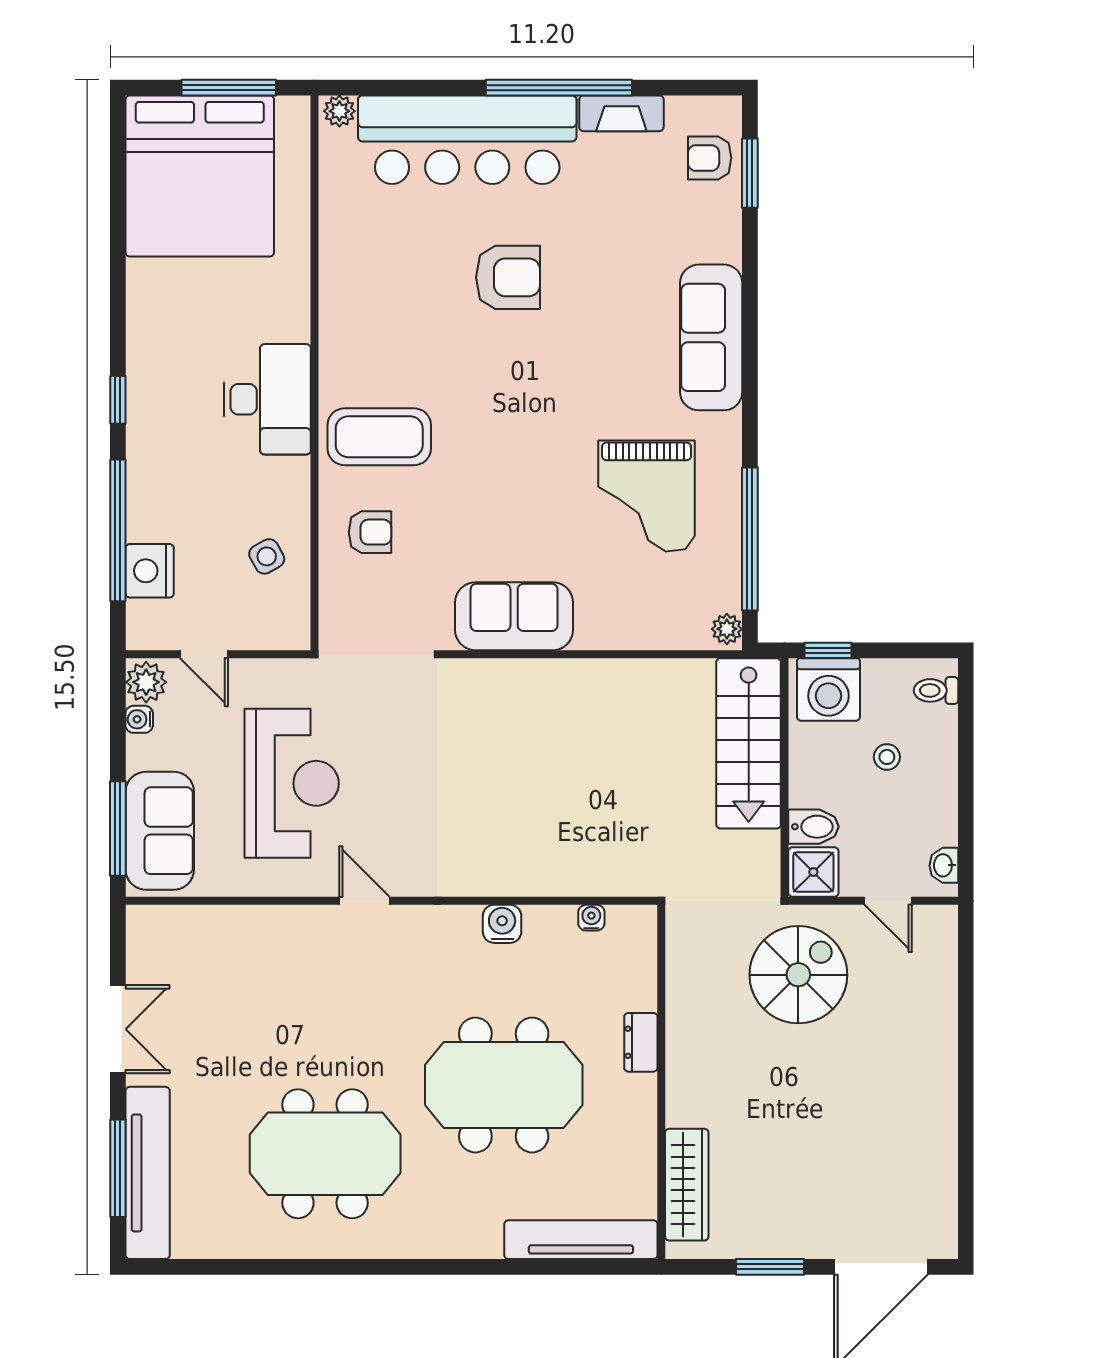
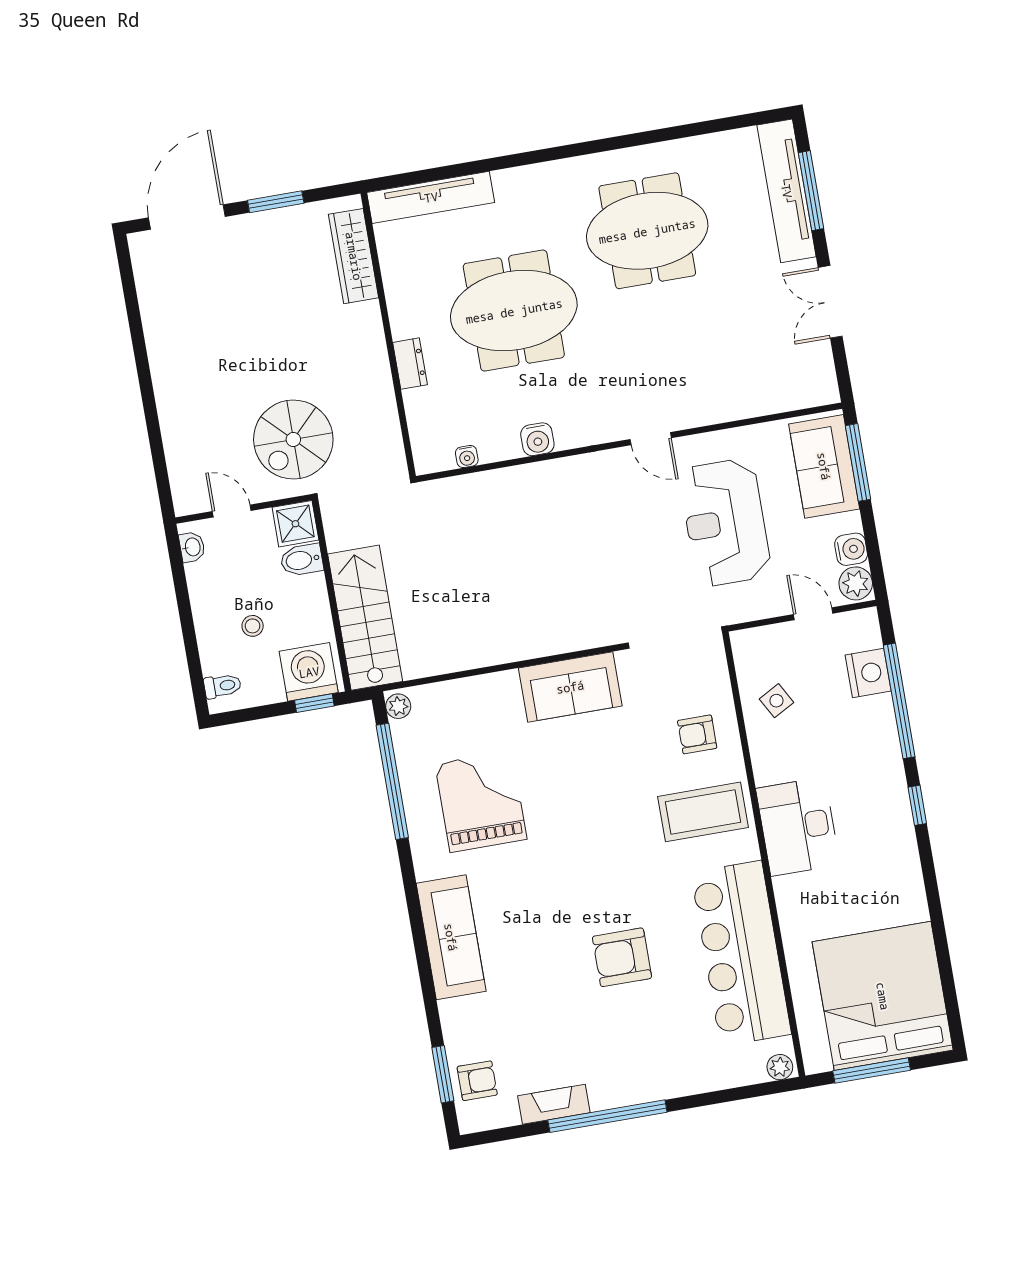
bar counter: (467, 140) -> (741, 953), moved, turned -90
water cooler: (139, 719) -> (851, 549), width x1.38, depth x1.38

